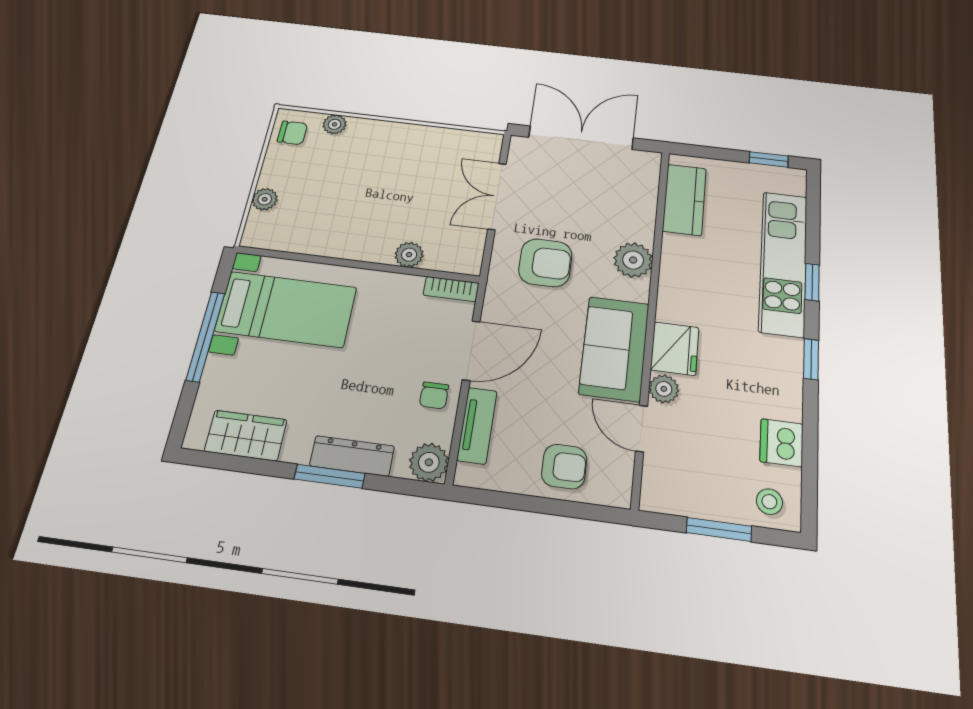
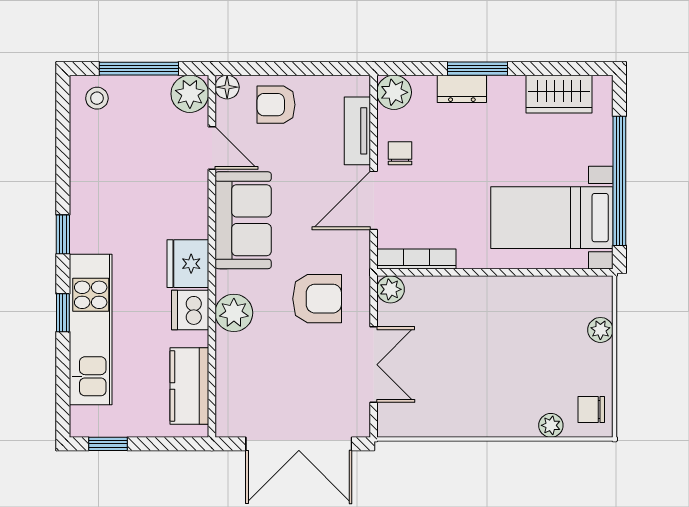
plant: (409, 255) -> (391, 289), moved
armchair: (545, 263) -> (317, 299), turned 180
bookcase: (451, 289) -> (416, 259), width x1.56
window: (206, 336) -> (619, 181), width x1.46
fridge: (675, 349) -> (188, 264), moved
plant: (664, 389) -> (190, 94), moved, width x1.38, depth x1.38
dishwasher: (782, 443) -> (190, 310), moved, turned 180
dresser: (352, 456) -> (462, 89), width x0.70
floor lamp: (618, 494) -> (227, 87), added
window: (719, 529) -> (139, 69), width x1.44

